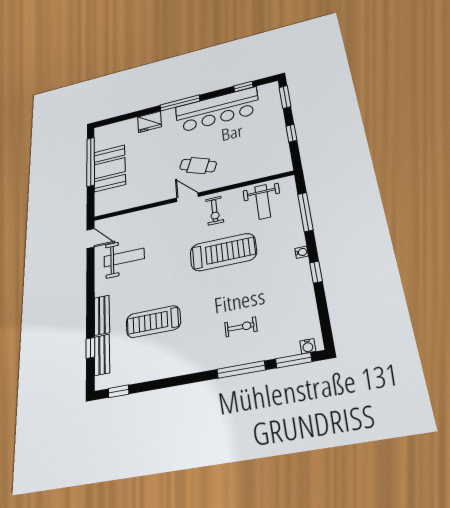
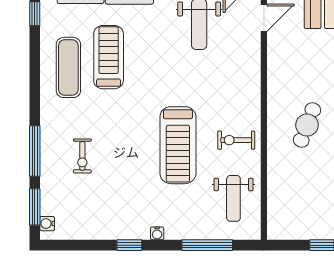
door: (187, 197) -> (264, 18), moved
weight bench: (263, 202) -> (233, 198), turned -90
exercise mat: (164, 353) -> (68, 67), added

